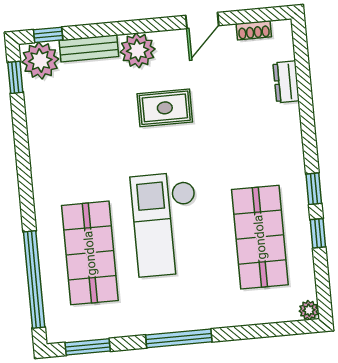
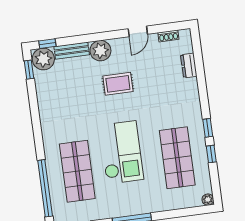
checkout: (166, 224) -> (121, 152), turned 180

